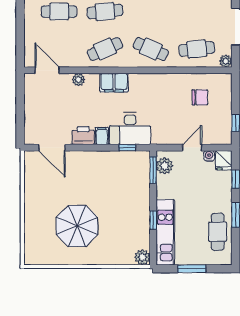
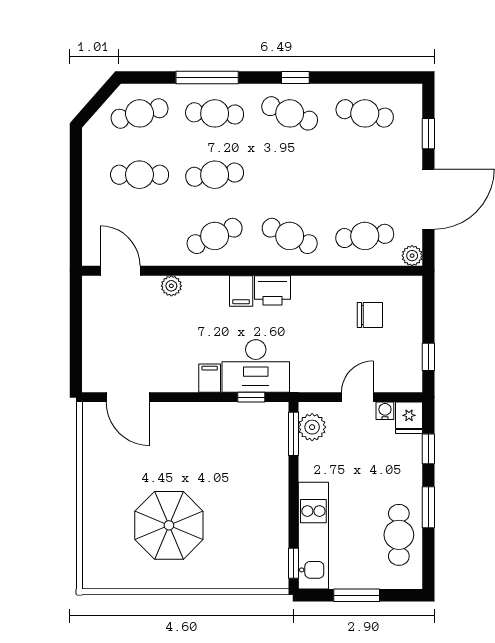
filing cabinet: (114, 83) -> (241, 291), width x0.50
printer: (83, 136) -> (272, 290), moved, turned 180
window: (153, 220) -> (293, 563), moved
plant: (142, 257) -> (276, 576), removed

